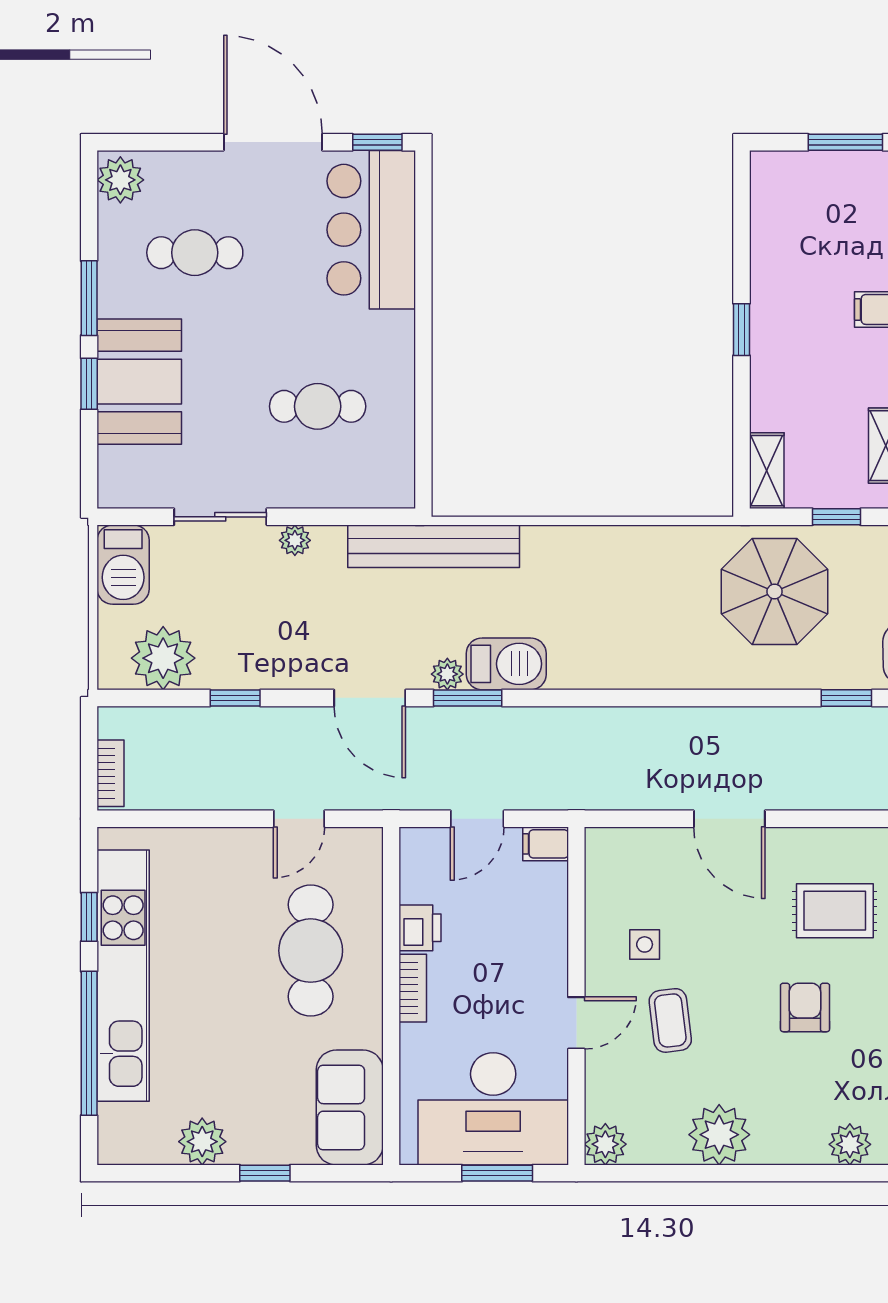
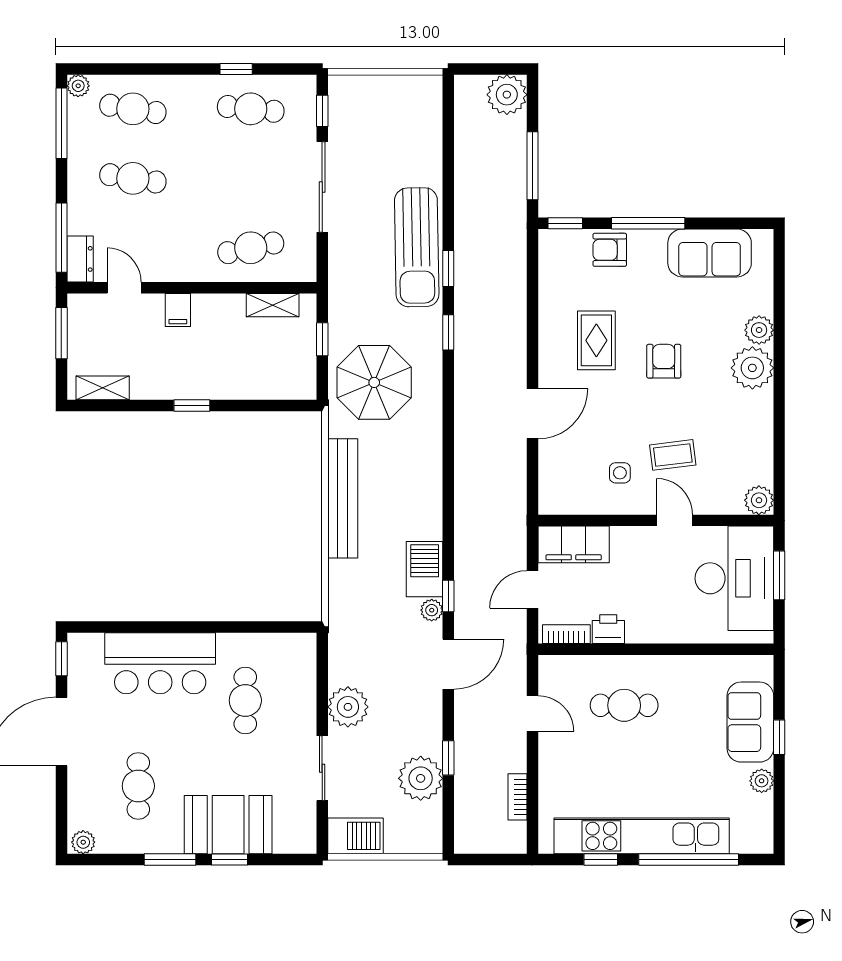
plant: (120, 180) -> (83, 842), width x0.73, depth x0.73
bar counter: (371, 230) -> (160, 663), moved
shelving: (767, 471) -> (103, 388), moved
plant: (295, 540) -> (348, 707), width x1.88, depth x1.88
bench: (434, 546) -> (343, 498), moved
plant: (163, 658) -> (421, 778), moved
window: (468, 698) -> (448, 596), width x0.67
bookcase: (110, 773) -> (518, 797), moved, turned -90
door: (477, 819) -> (532, 589), swing flipped
filing cabinet: (546, 844) -> (574, 544), width x3.00, depth x1.17
cafe table: (311, 951) -> (624, 705), width x0.73, depth x0.74
bookcase: (413, 988) -> (566, 634), moved
armchair: (805, 1007) -> (664, 361), turned 90
sofa: (350, 1107) -> (750, 722), moved, turned 90
plant: (719, 1135) -> (752, 368), moved
plant: (202, 1142) -> (762, 781), width x0.73, depth x0.73

